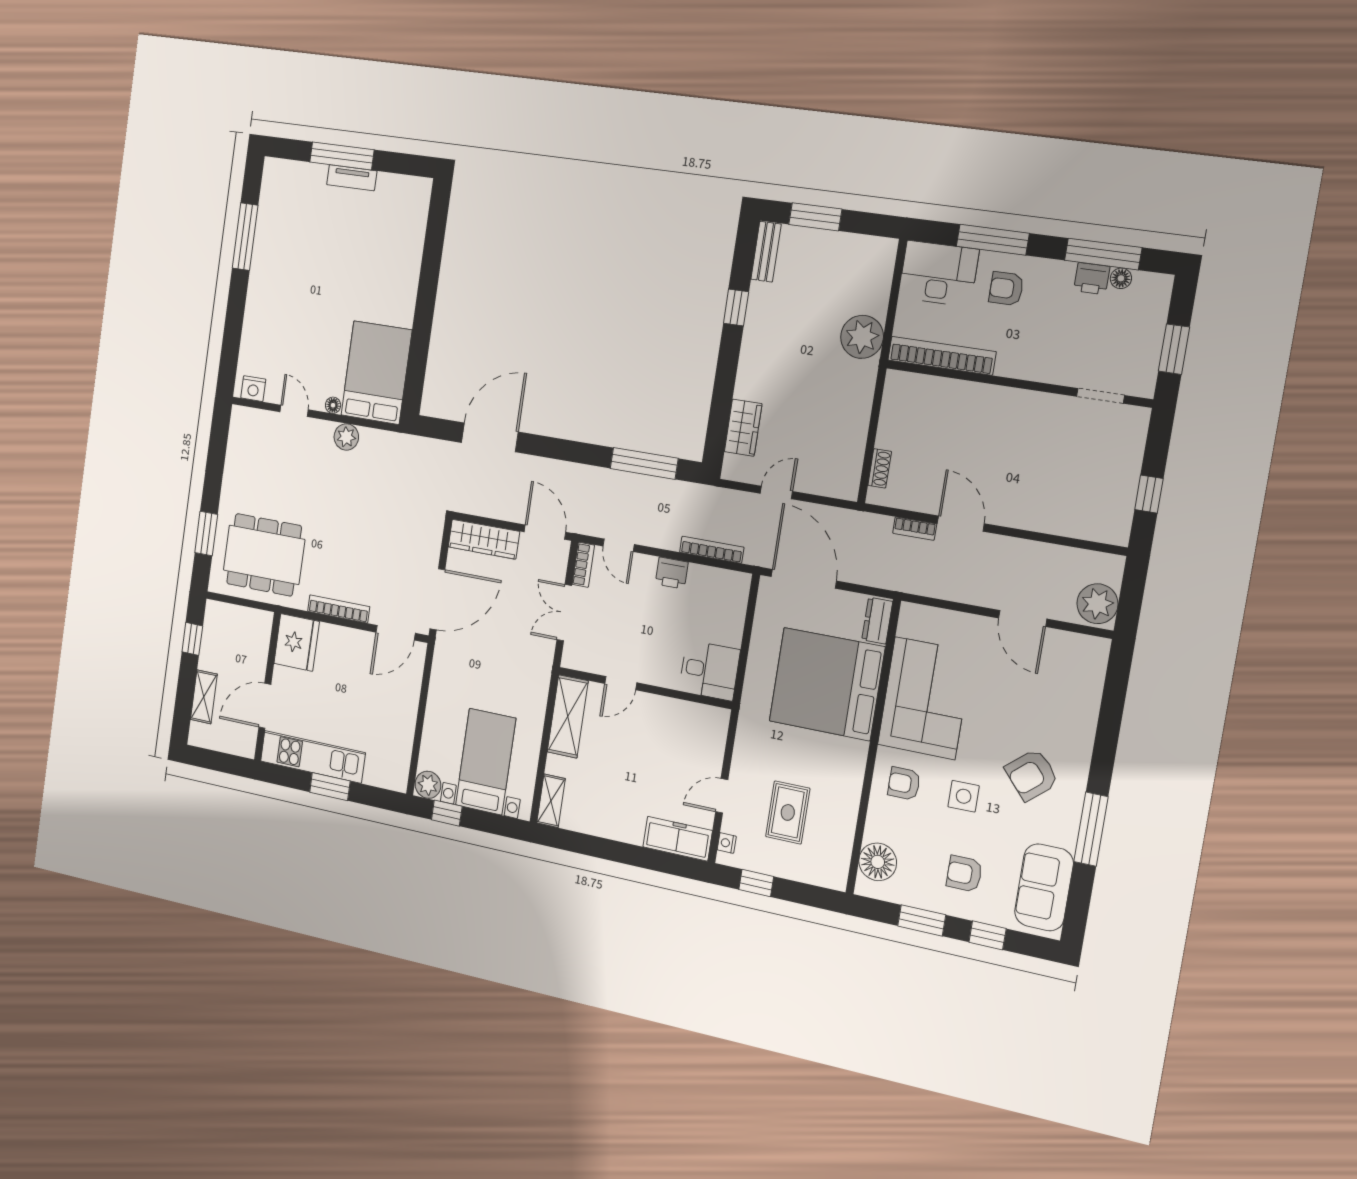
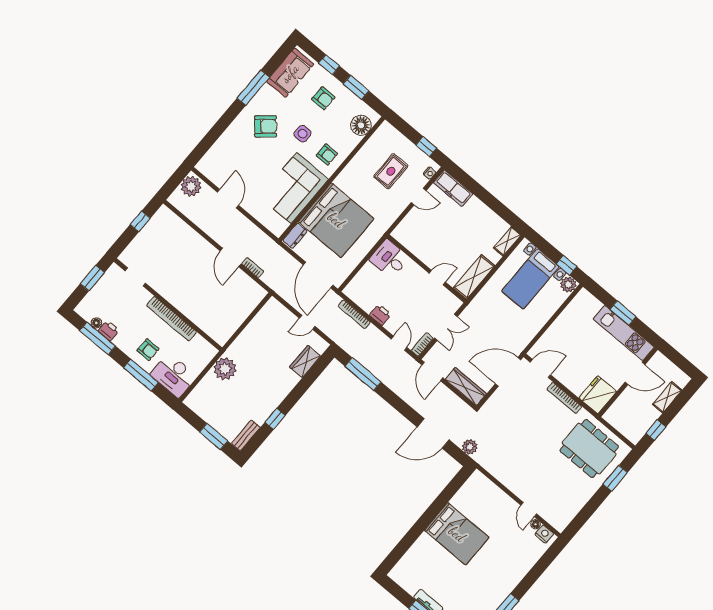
bookcase: (942, 356) -> (172, 319), moved
bed: (376, 373) -> (457, 534), moved, turned -90
floor lamp: (333, 405) -> (536, 524), moved
plant: (346, 437) -> (470, 447), moved
shoe rack: (880, 468) -> (252, 304), removed

